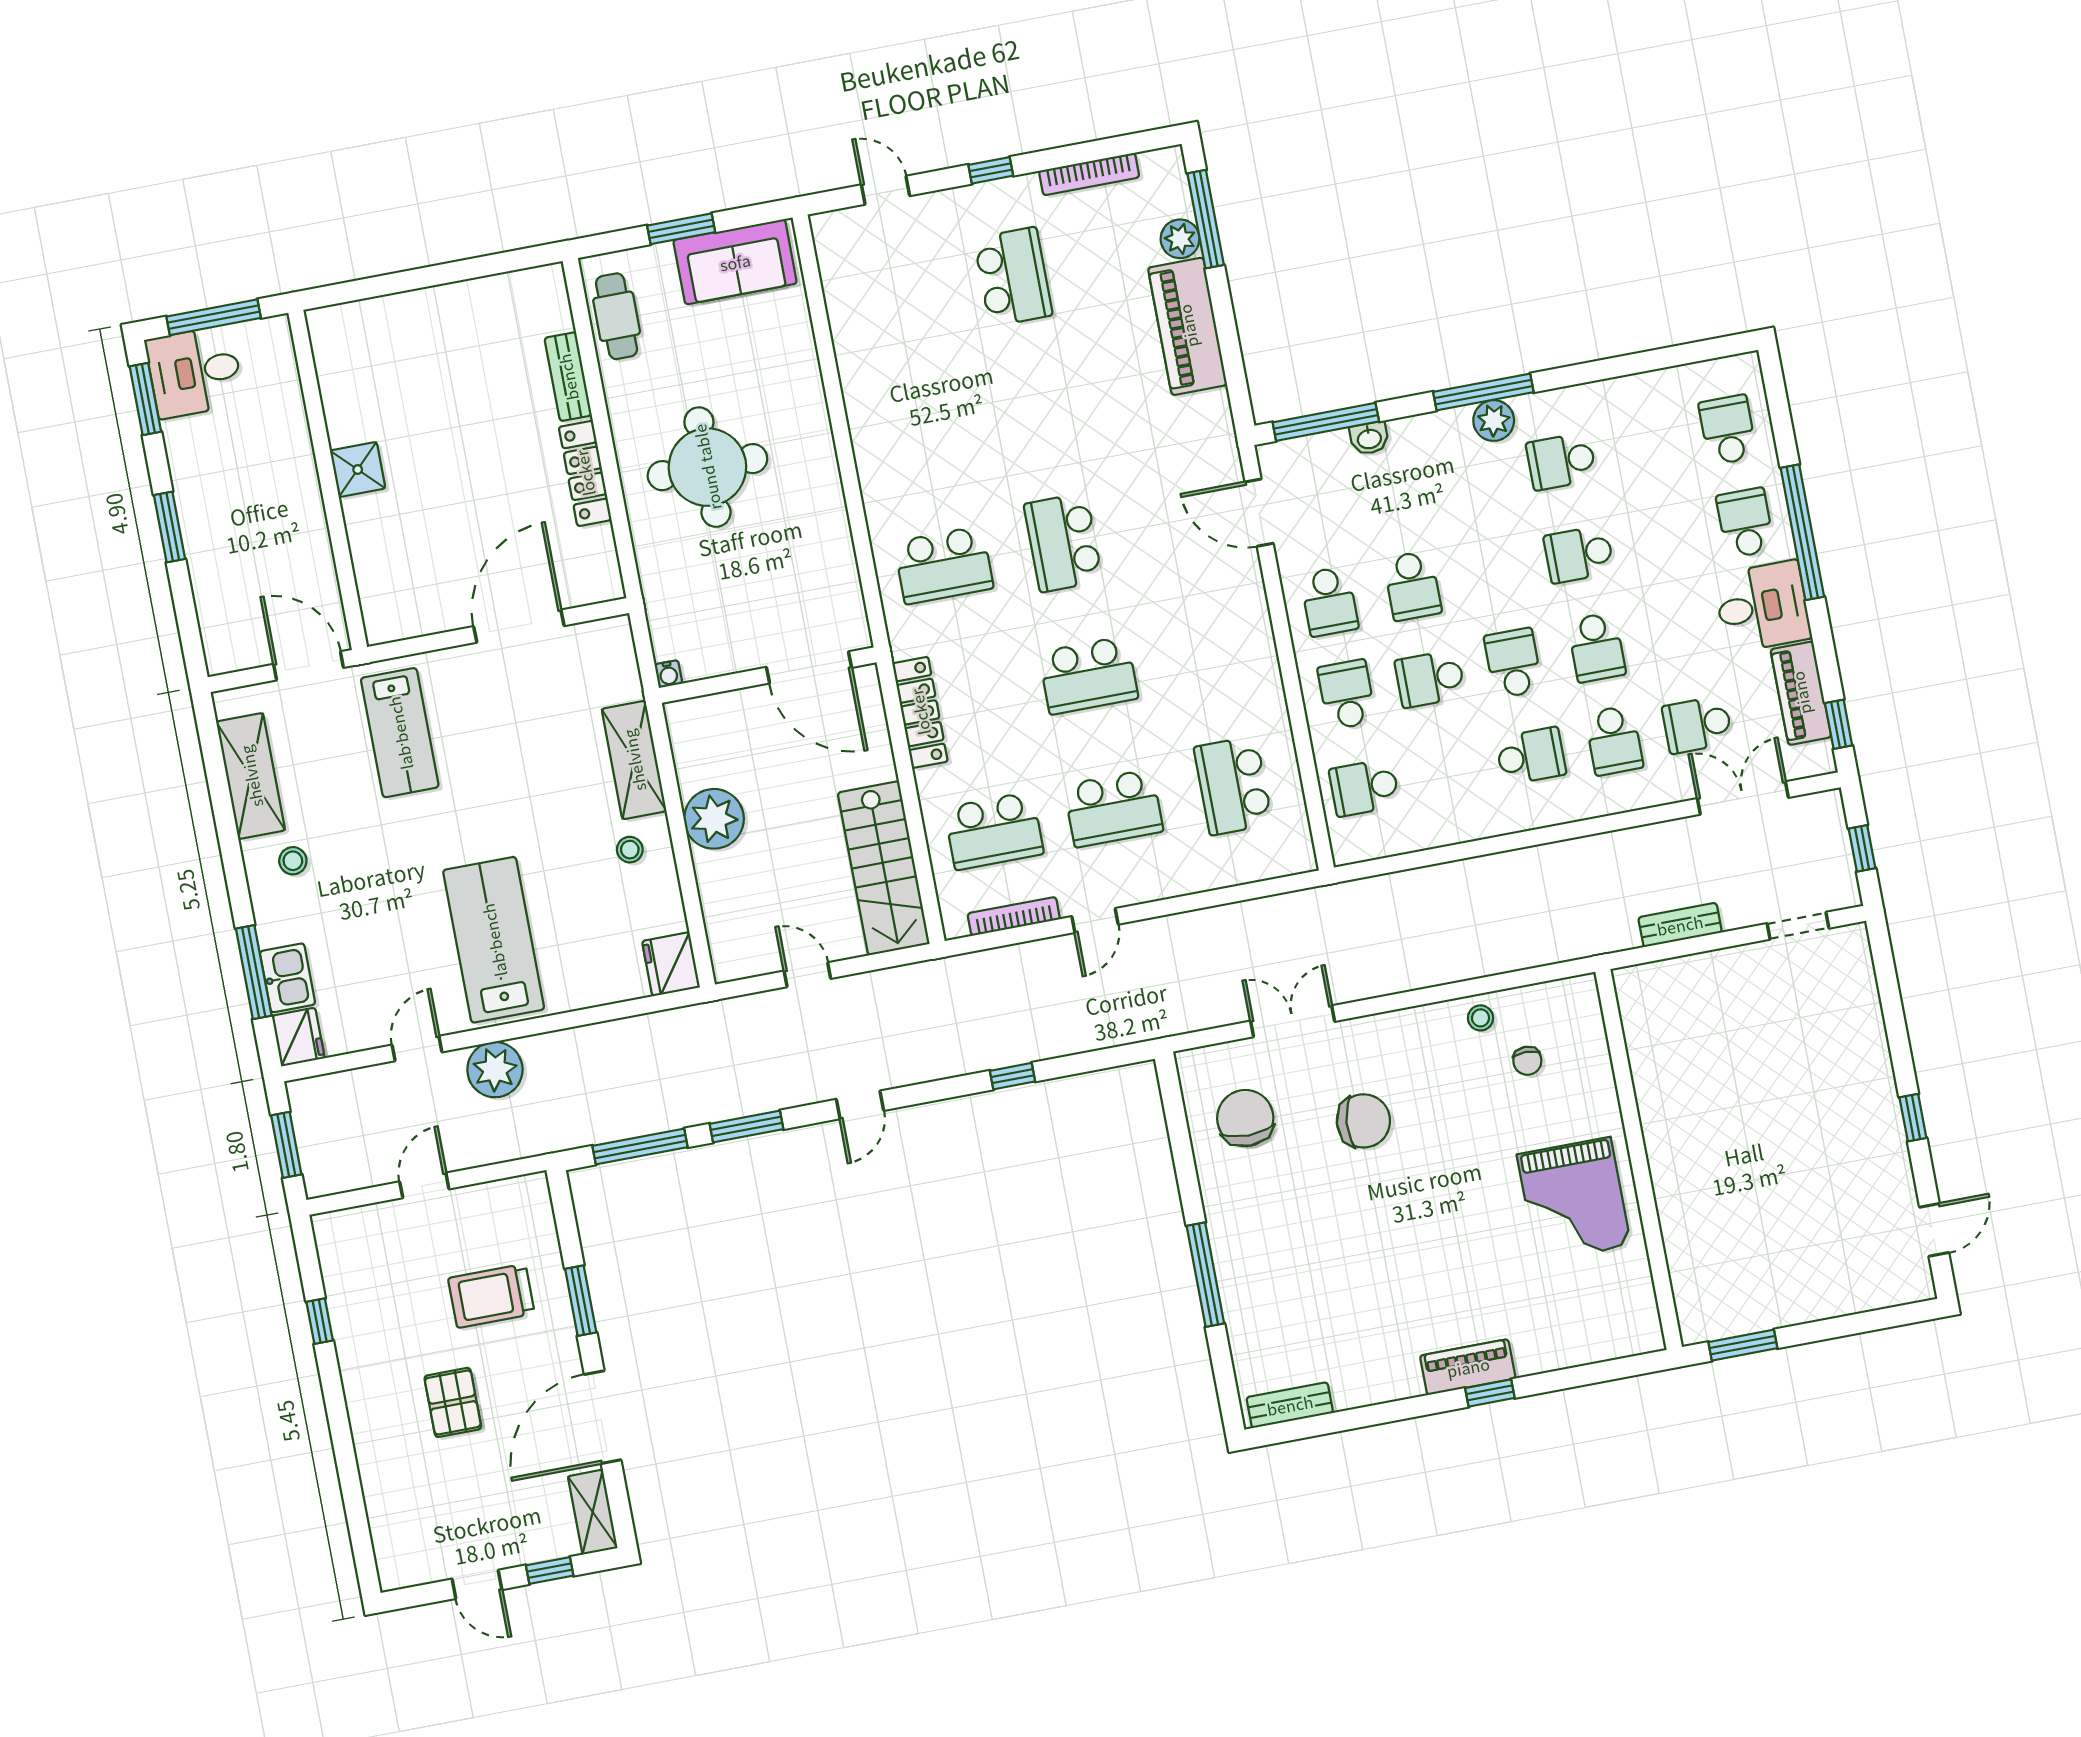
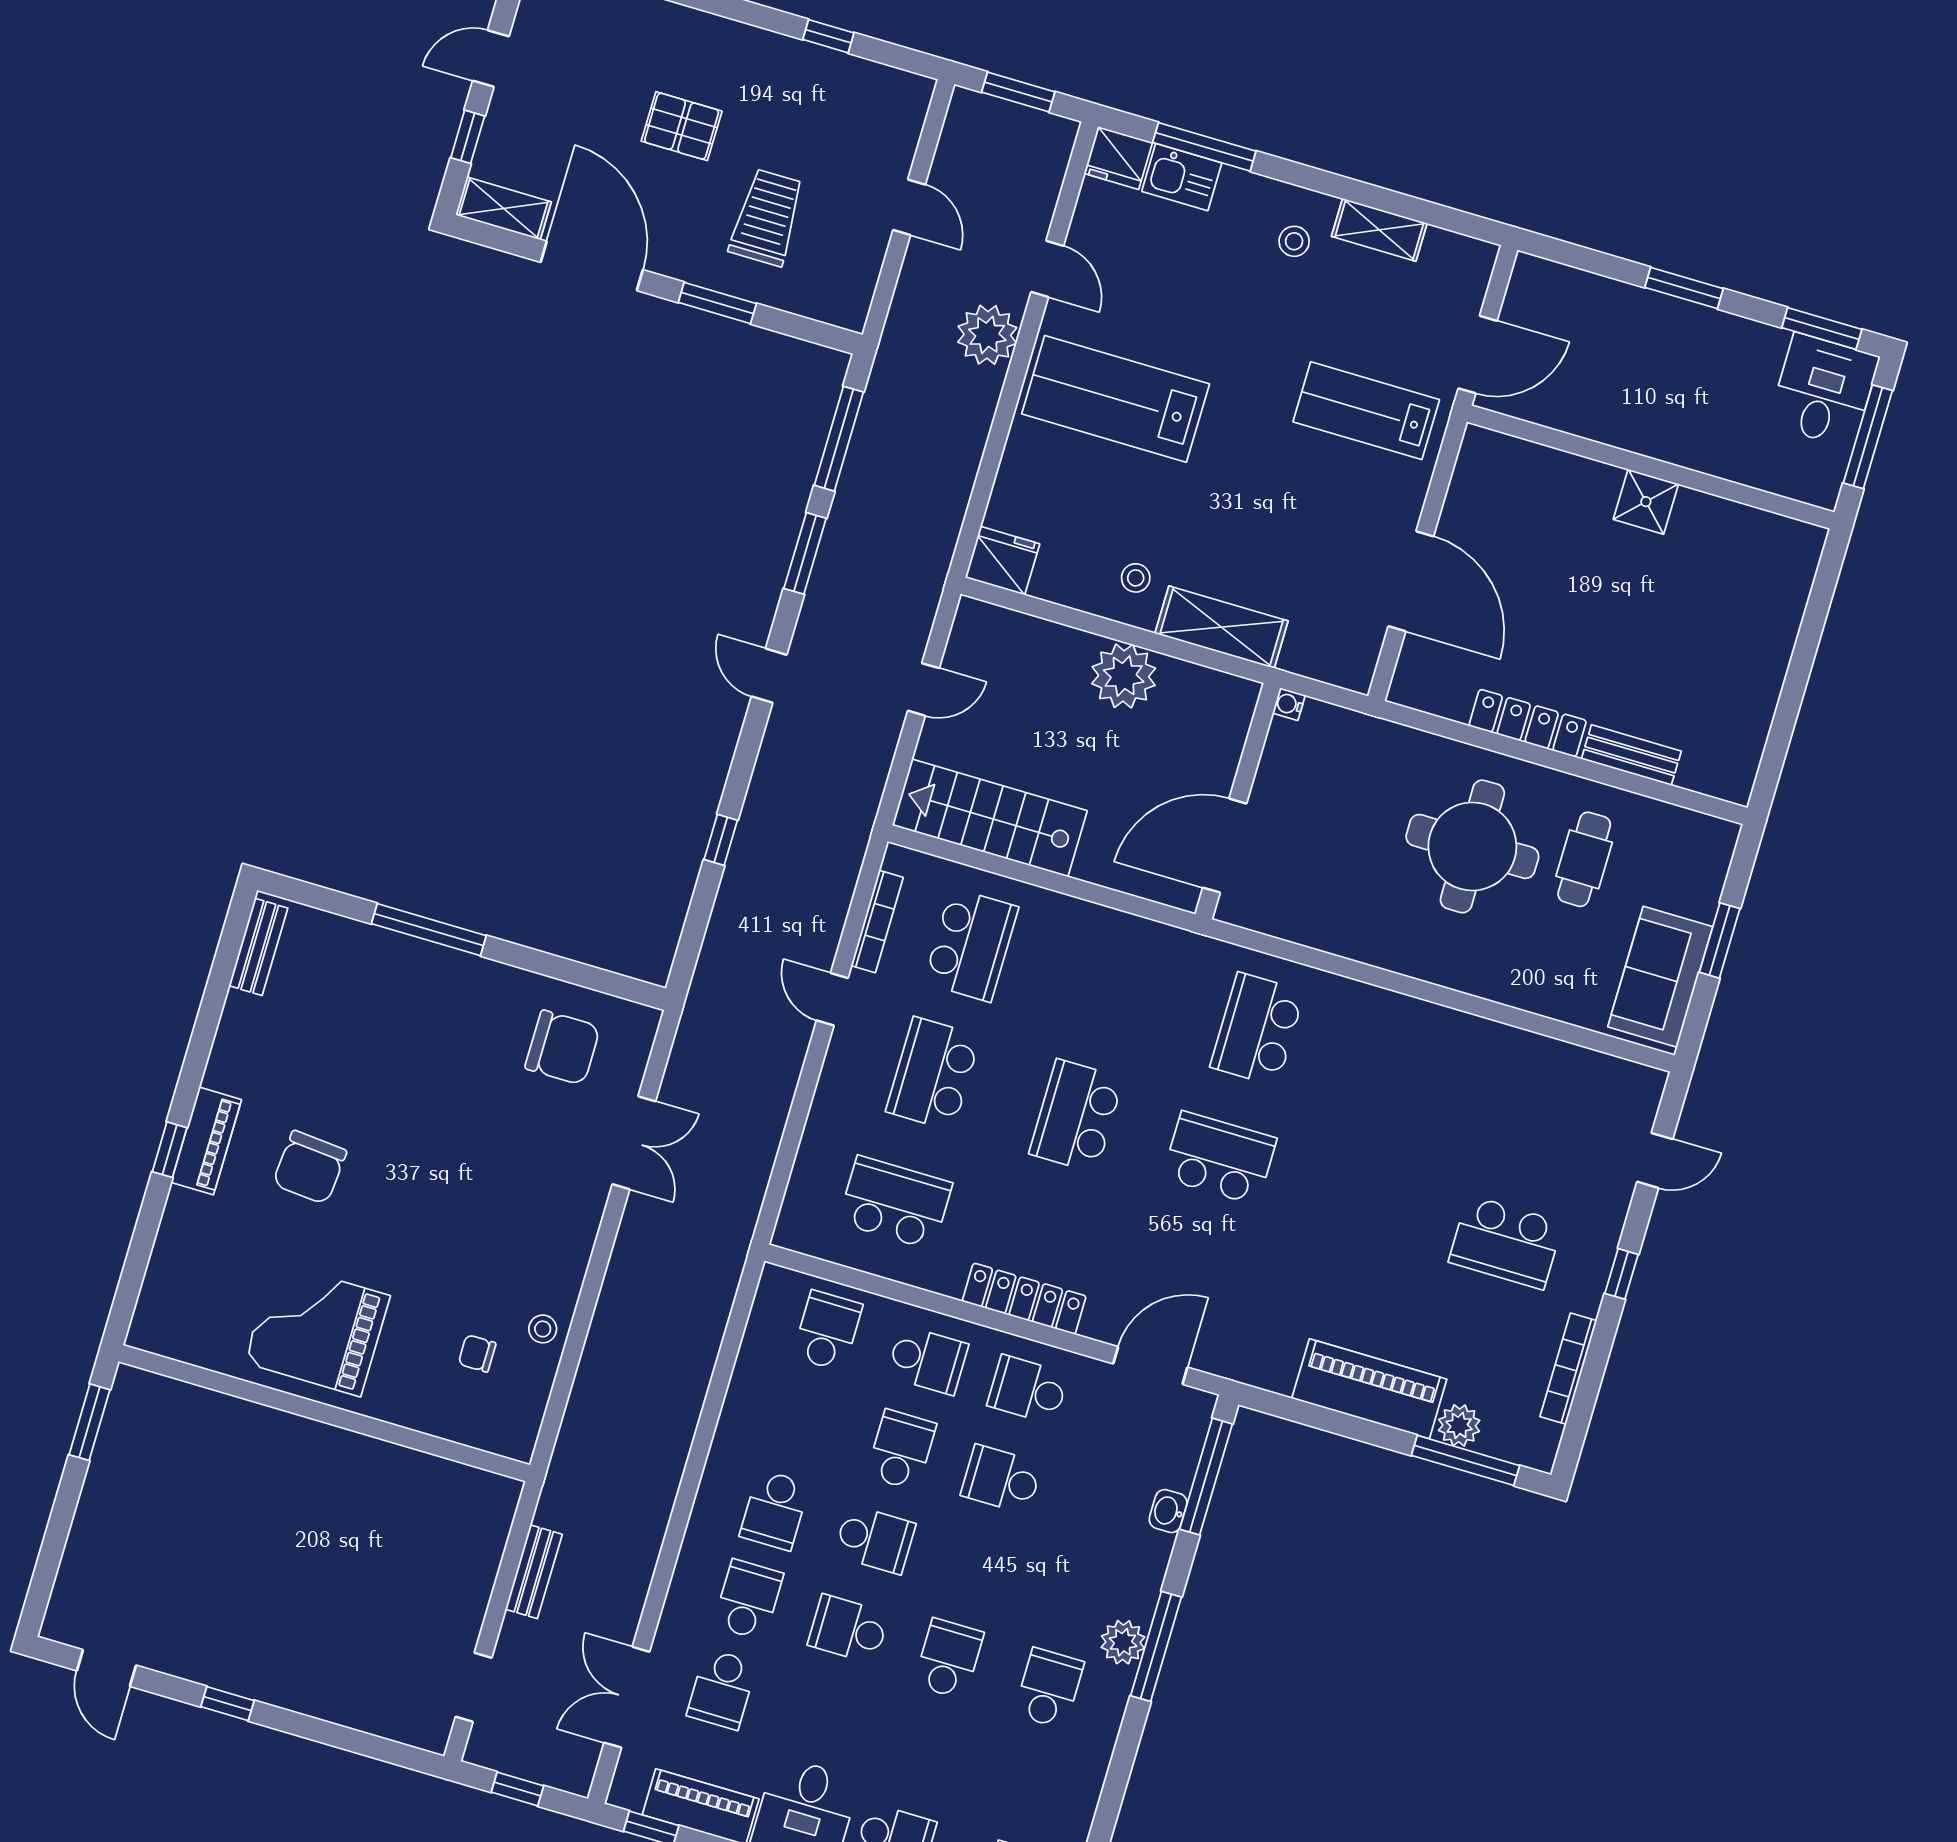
cafe table: (617, 316) -> (1584, 859), moved, turned 90
locker: (920, 712) -> (1024, 1299), moved, turned 180
school desk: (1697, 725) -> (722, 1689), turned 180
school desk: (1614, 740) -> (748, 1600), turned 90
shelving: (251, 776) -> (1379, 230), width x0.67, depth x0.75
double door: (1743, 798) -> (627, 1697), swing flipped
school desk: (994, 831) -> (971, 945), turned 180
lab bench: (494, 940) -> (1116, 399), turned 180
chair: (1363, 1121) -> (310, 1167), moved

